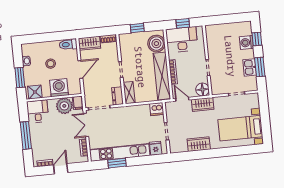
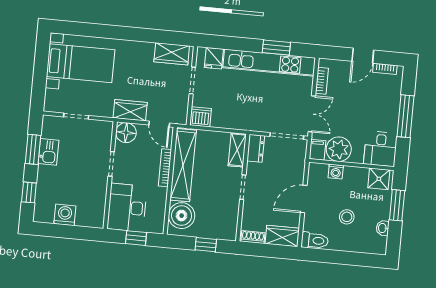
desk: (182, 40) -> (127, 208), moved, turned 90
washing machine: (247, 43) -> (65, 215), moved, turned -90
washing machine: (59, 88) -> (336, 172), width x0.53, depth x0.53
wardrobe: (199, 144) -> (172, 54), moved

